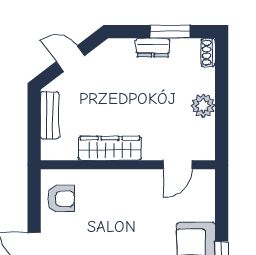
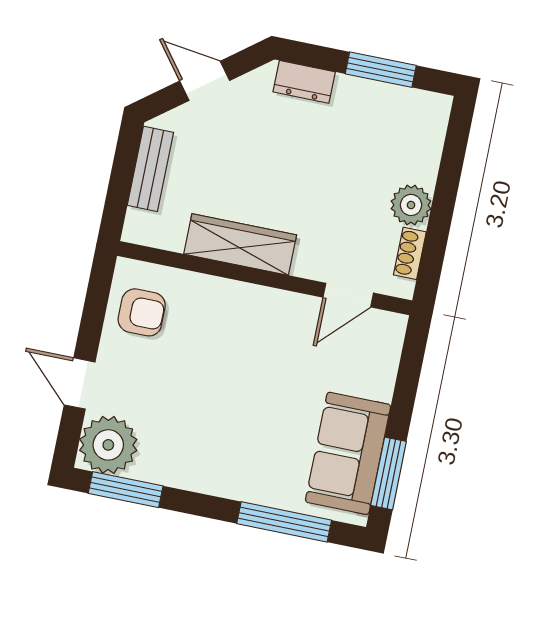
dresser: (153, 48) -> (304, 82), moved
shoe rack: (208, 52) -> (410, 253), moved

